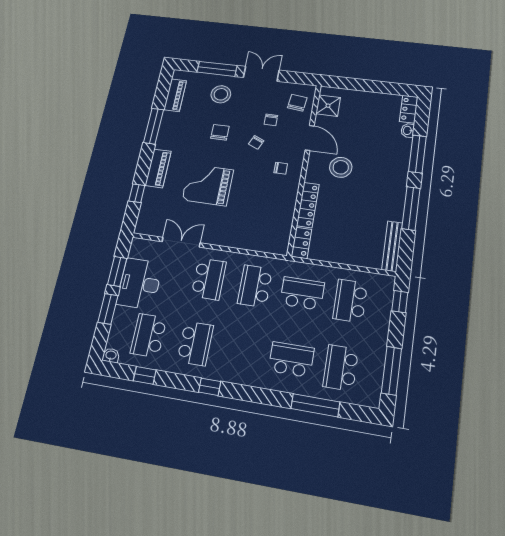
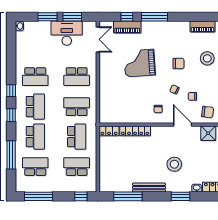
window: (154, 126) -> (155, 17), moved
door: (310, 138) -> (183, 125), swing flipped
window: (418, 154) -> (181, 196), width x0.69
stool: (341, 167) -> (174, 164), moved
piano: (158, 168) -> (127, 27), moved
grand piano: (208, 185) -> (139, 63), turned -94
window: (411, 208) -> (128, 196), moved
double door: (181, 242) -> (98, 39), moved
bench: (392, 246) -> (149, 188), moved
school desk: (149, 336) -> (35, 107), moved, turned 90
window: (145, 375) -> (11, 115), moved

